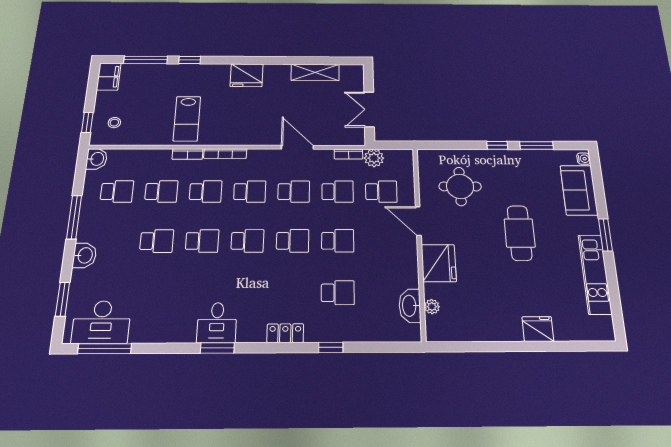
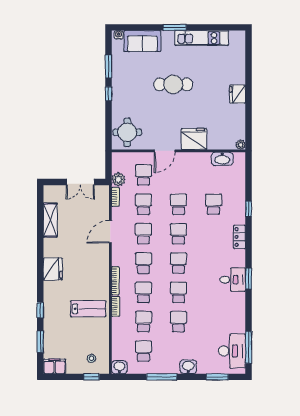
window: (146, 60) -> (40, 342), width x0.69
round table: (460, 186) -> (127, 132), moved
plant: (432, 307) -> (241, 145), moved
fridge: (538, 329) -> (238, 94), moved

